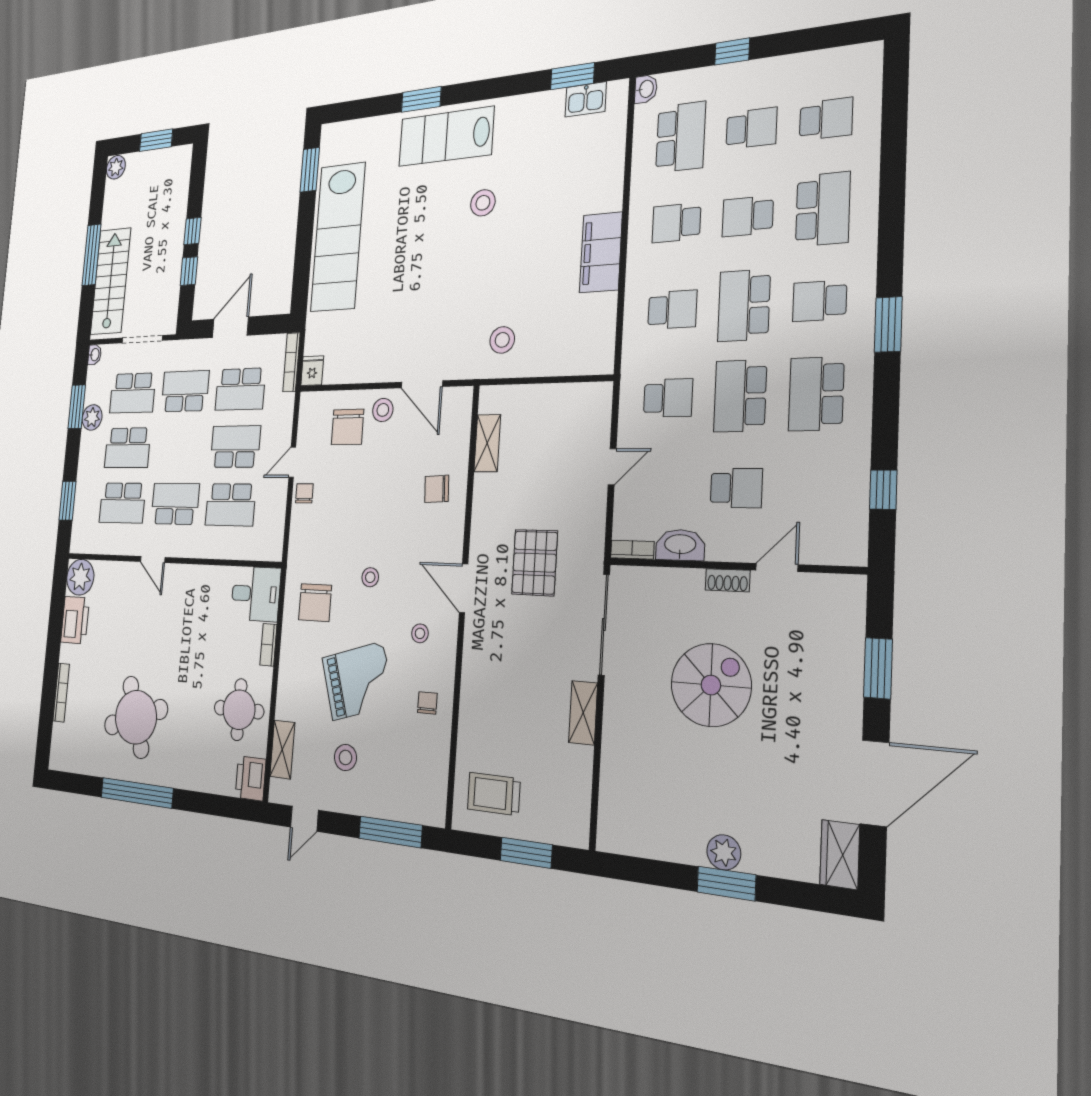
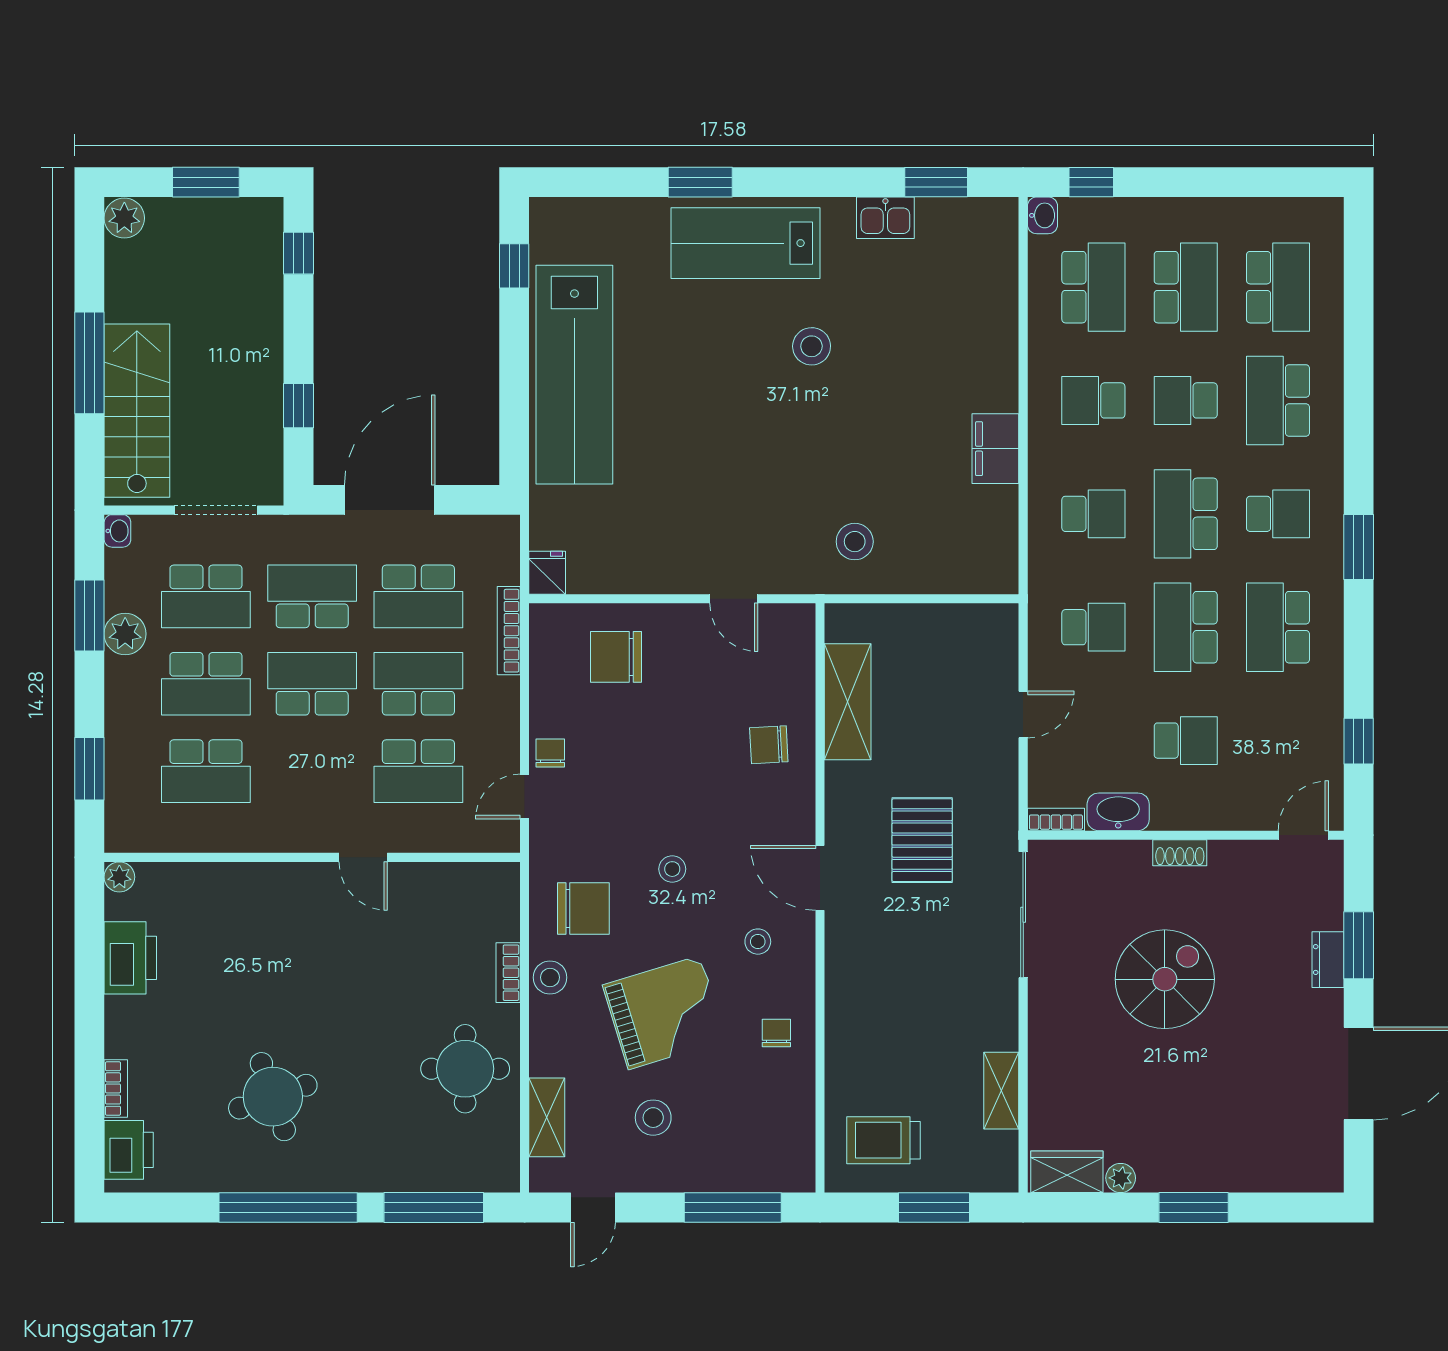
window: (732, 52) -> (1091, 182), moved
kitchen sink: (586, 99) -> (885, 218), moved
school desk: (826, 119) -> (1278, 287), width x1.85
school desk: (751, 128) -> (1186, 287), width x1.85
window: (310, 170) -> (514, 266), width x0.67
school desk: (823, 209) -> (1278, 400), turned 180
window: (192, 231) -> (298, 253), moved
filing cabinet: (601, 252) -> (995, 449), width x0.67, depth x0.86
school desk: (820, 301) -> (1278, 514), turned 180
door: (230, 327) -> (390, 500), width x1.36
bookcase: (291, 362) -> (509, 631), moved
door: (422, 384) -> (734, 599), width x0.73
stool: (383, 410) -> (550, 977), moved
chair: (347, 427) -> (616, 657), turned 90
shelving: (487, 443) -> (848, 702), width x1.50, depth x1.33
door: (292, 462) -> (525, 797), moved
school desk: (175, 504) -> (312, 684), moved
door: (153, 559) -> (363, 857), moved
door: (777, 567) -> (1303, 835), moved
plant: (80, 577) -> (119, 877), width x0.53, depth x0.53
desk: (256, 594) -> (478, 901), removed
chair: (315, 603) -> (583, 909), turned -90
dresser: (850, 679) -> (1328, 960), added
bookcase: (61, 693) -> (116, 1088), width x0.64
shelving: (583, 713) -> (1001, 1091), moved
round table: (136, 717) -> (273, 1097), width x0.73, depth x0.73
printer: (251, 778) -> (129, 1150), moved, turned 180
window: (214, 805) -> (434, 1207), added
plant: (724, 852) -> (1121, 1178), moved, width x0.73, depth x0.73
wardrobe: (840, 854) -> (1067, 1172), moved, turned 90

